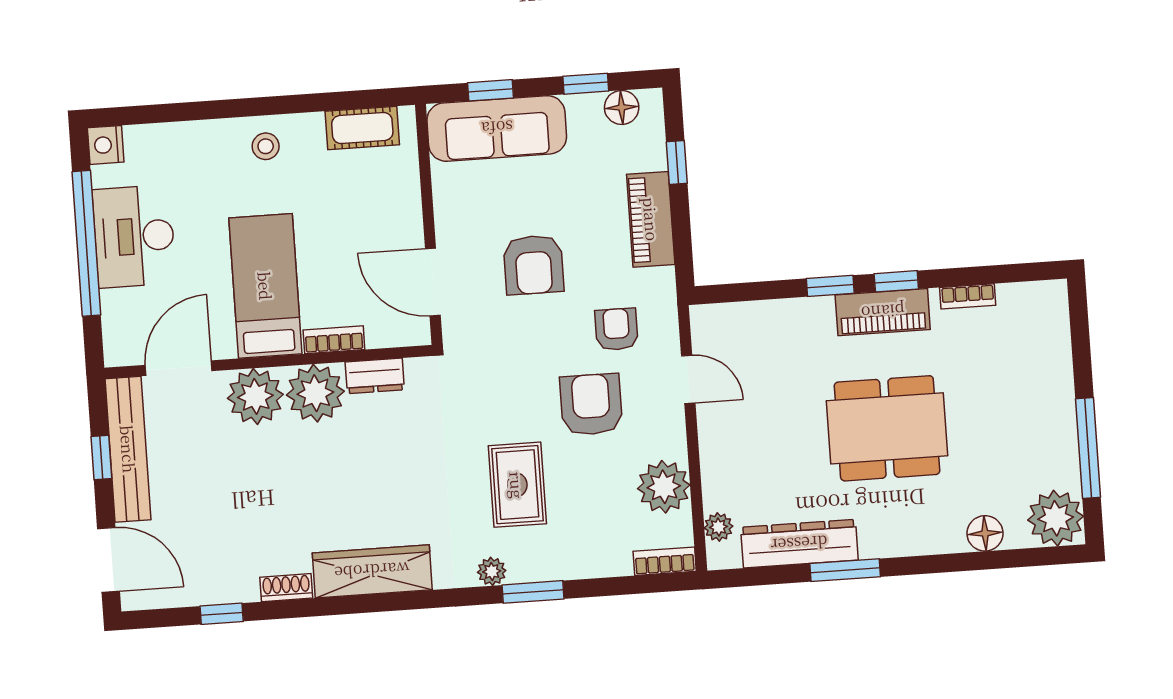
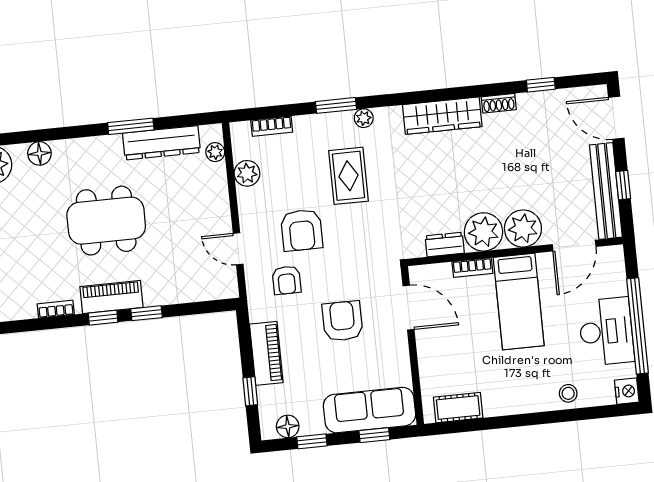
stool: (266, 146) -> (568, 393), moved
plant: (664, 487) -> (247, 173), width x0.73, depth x0.73
bookcase: (665, 561) -> (272, 126), moved

